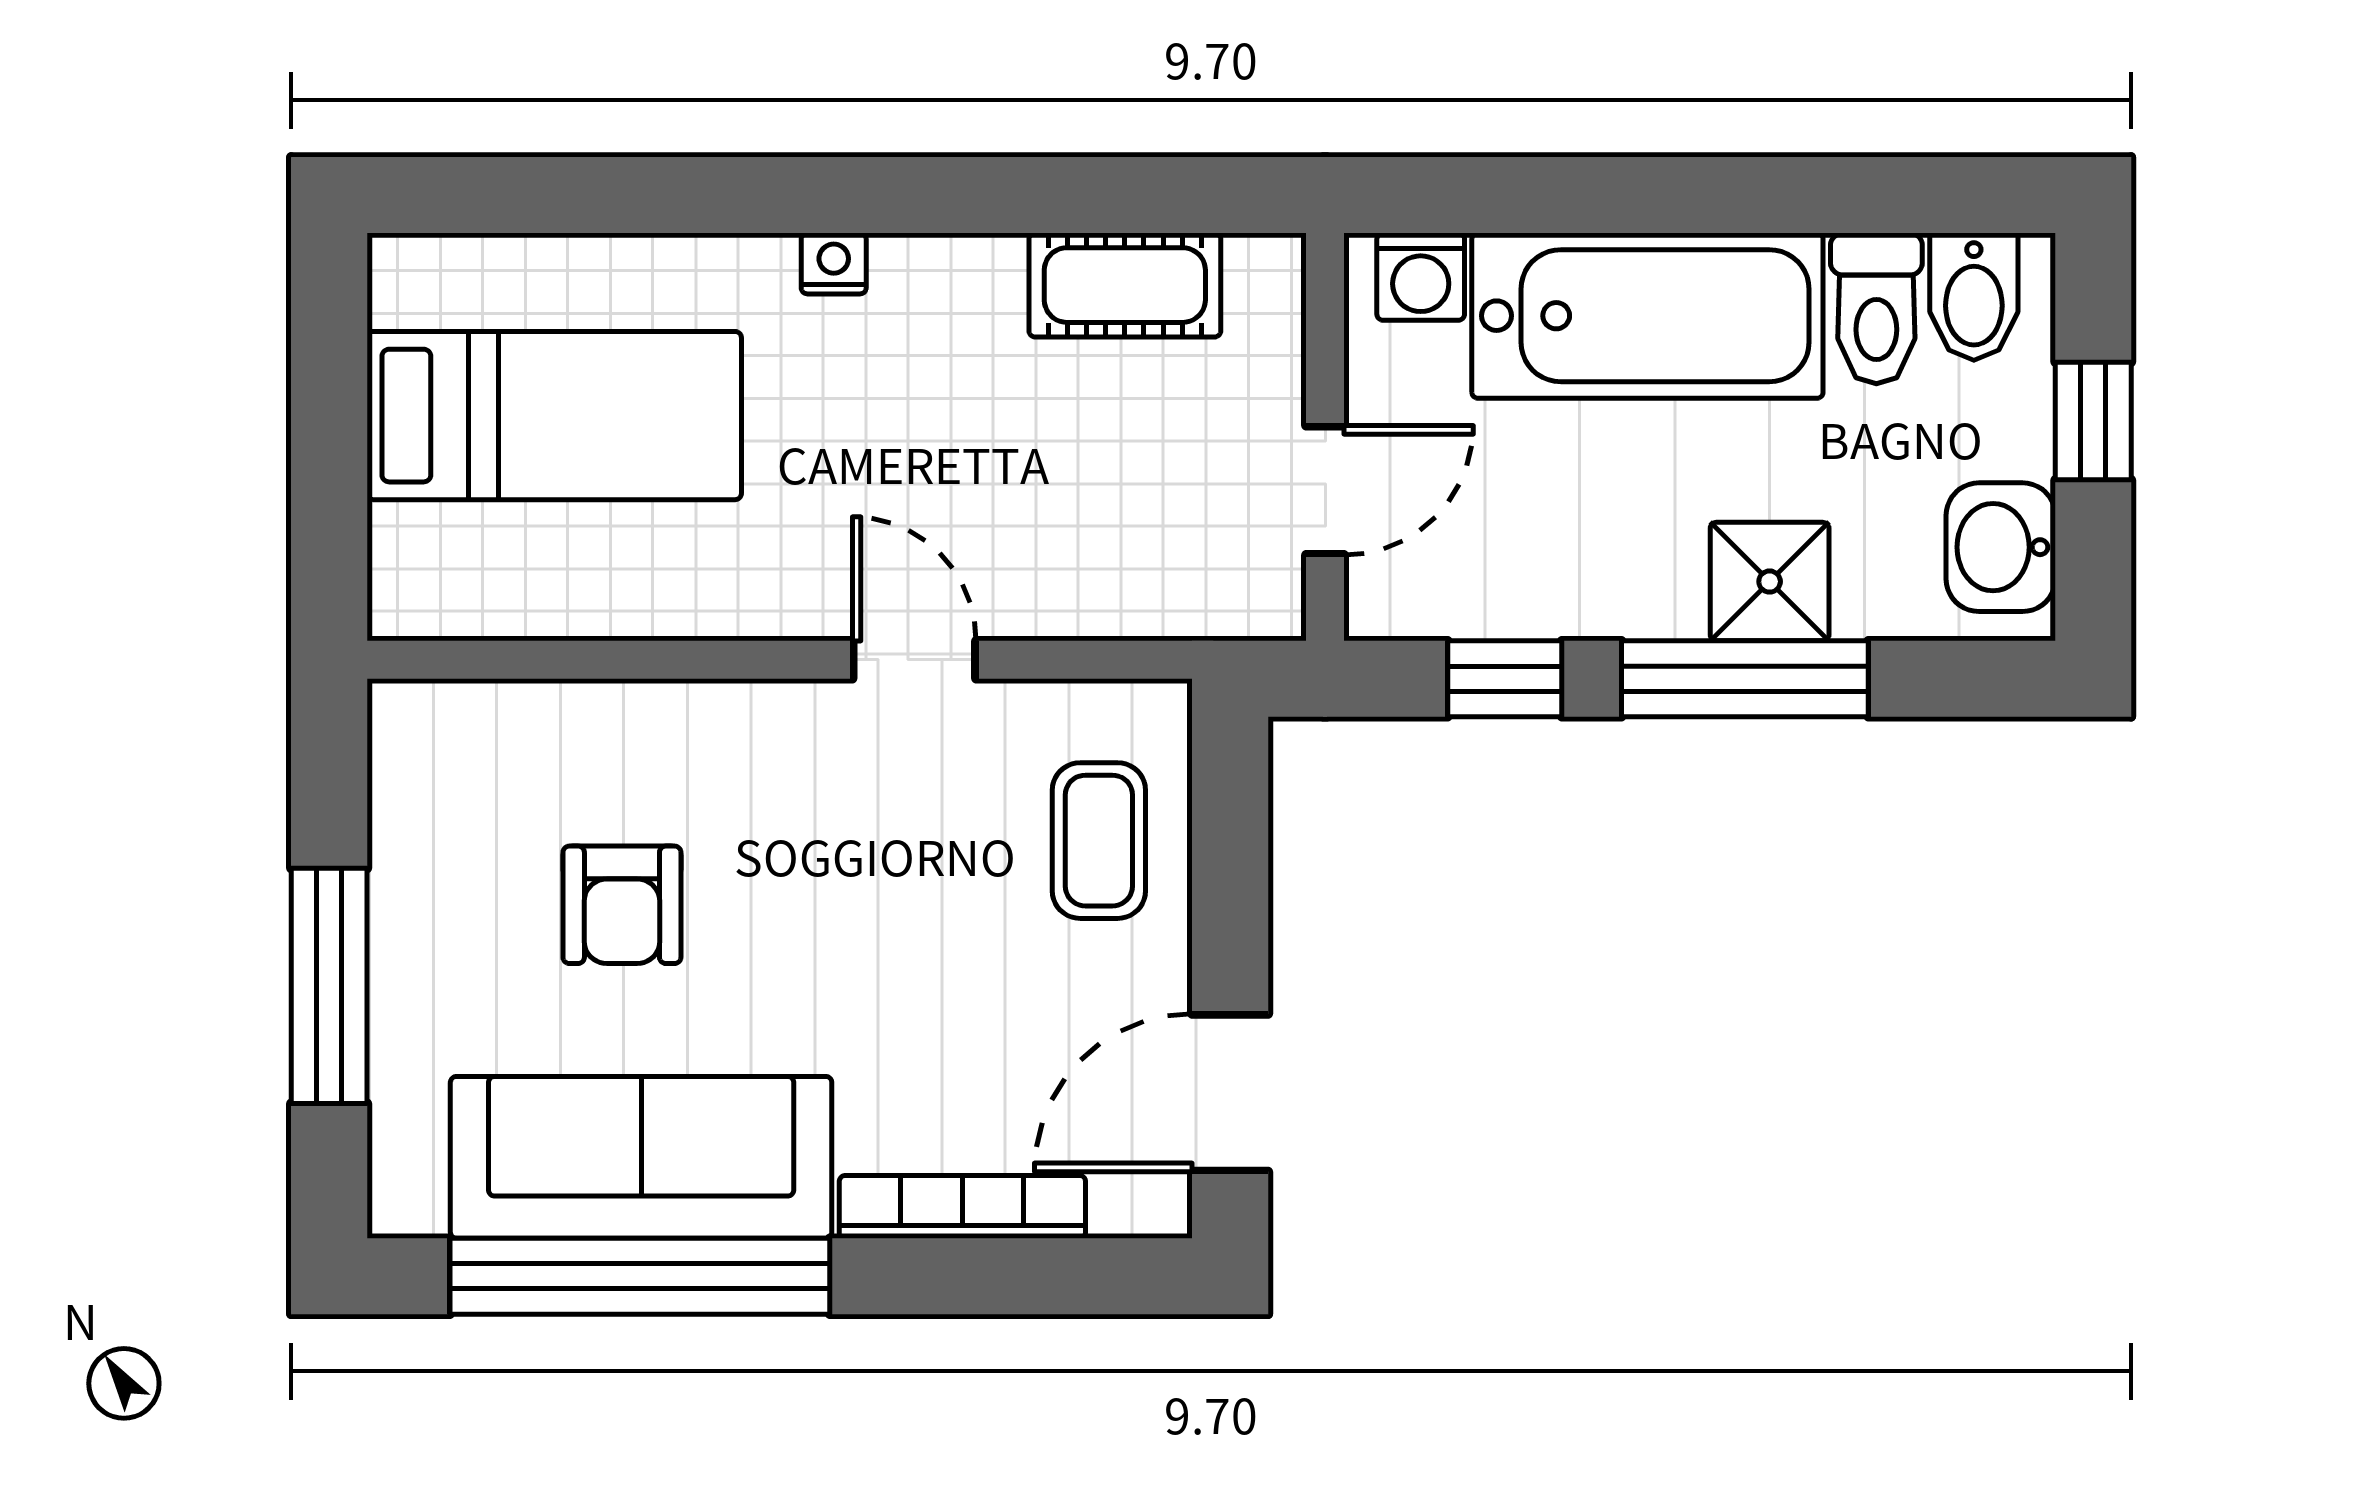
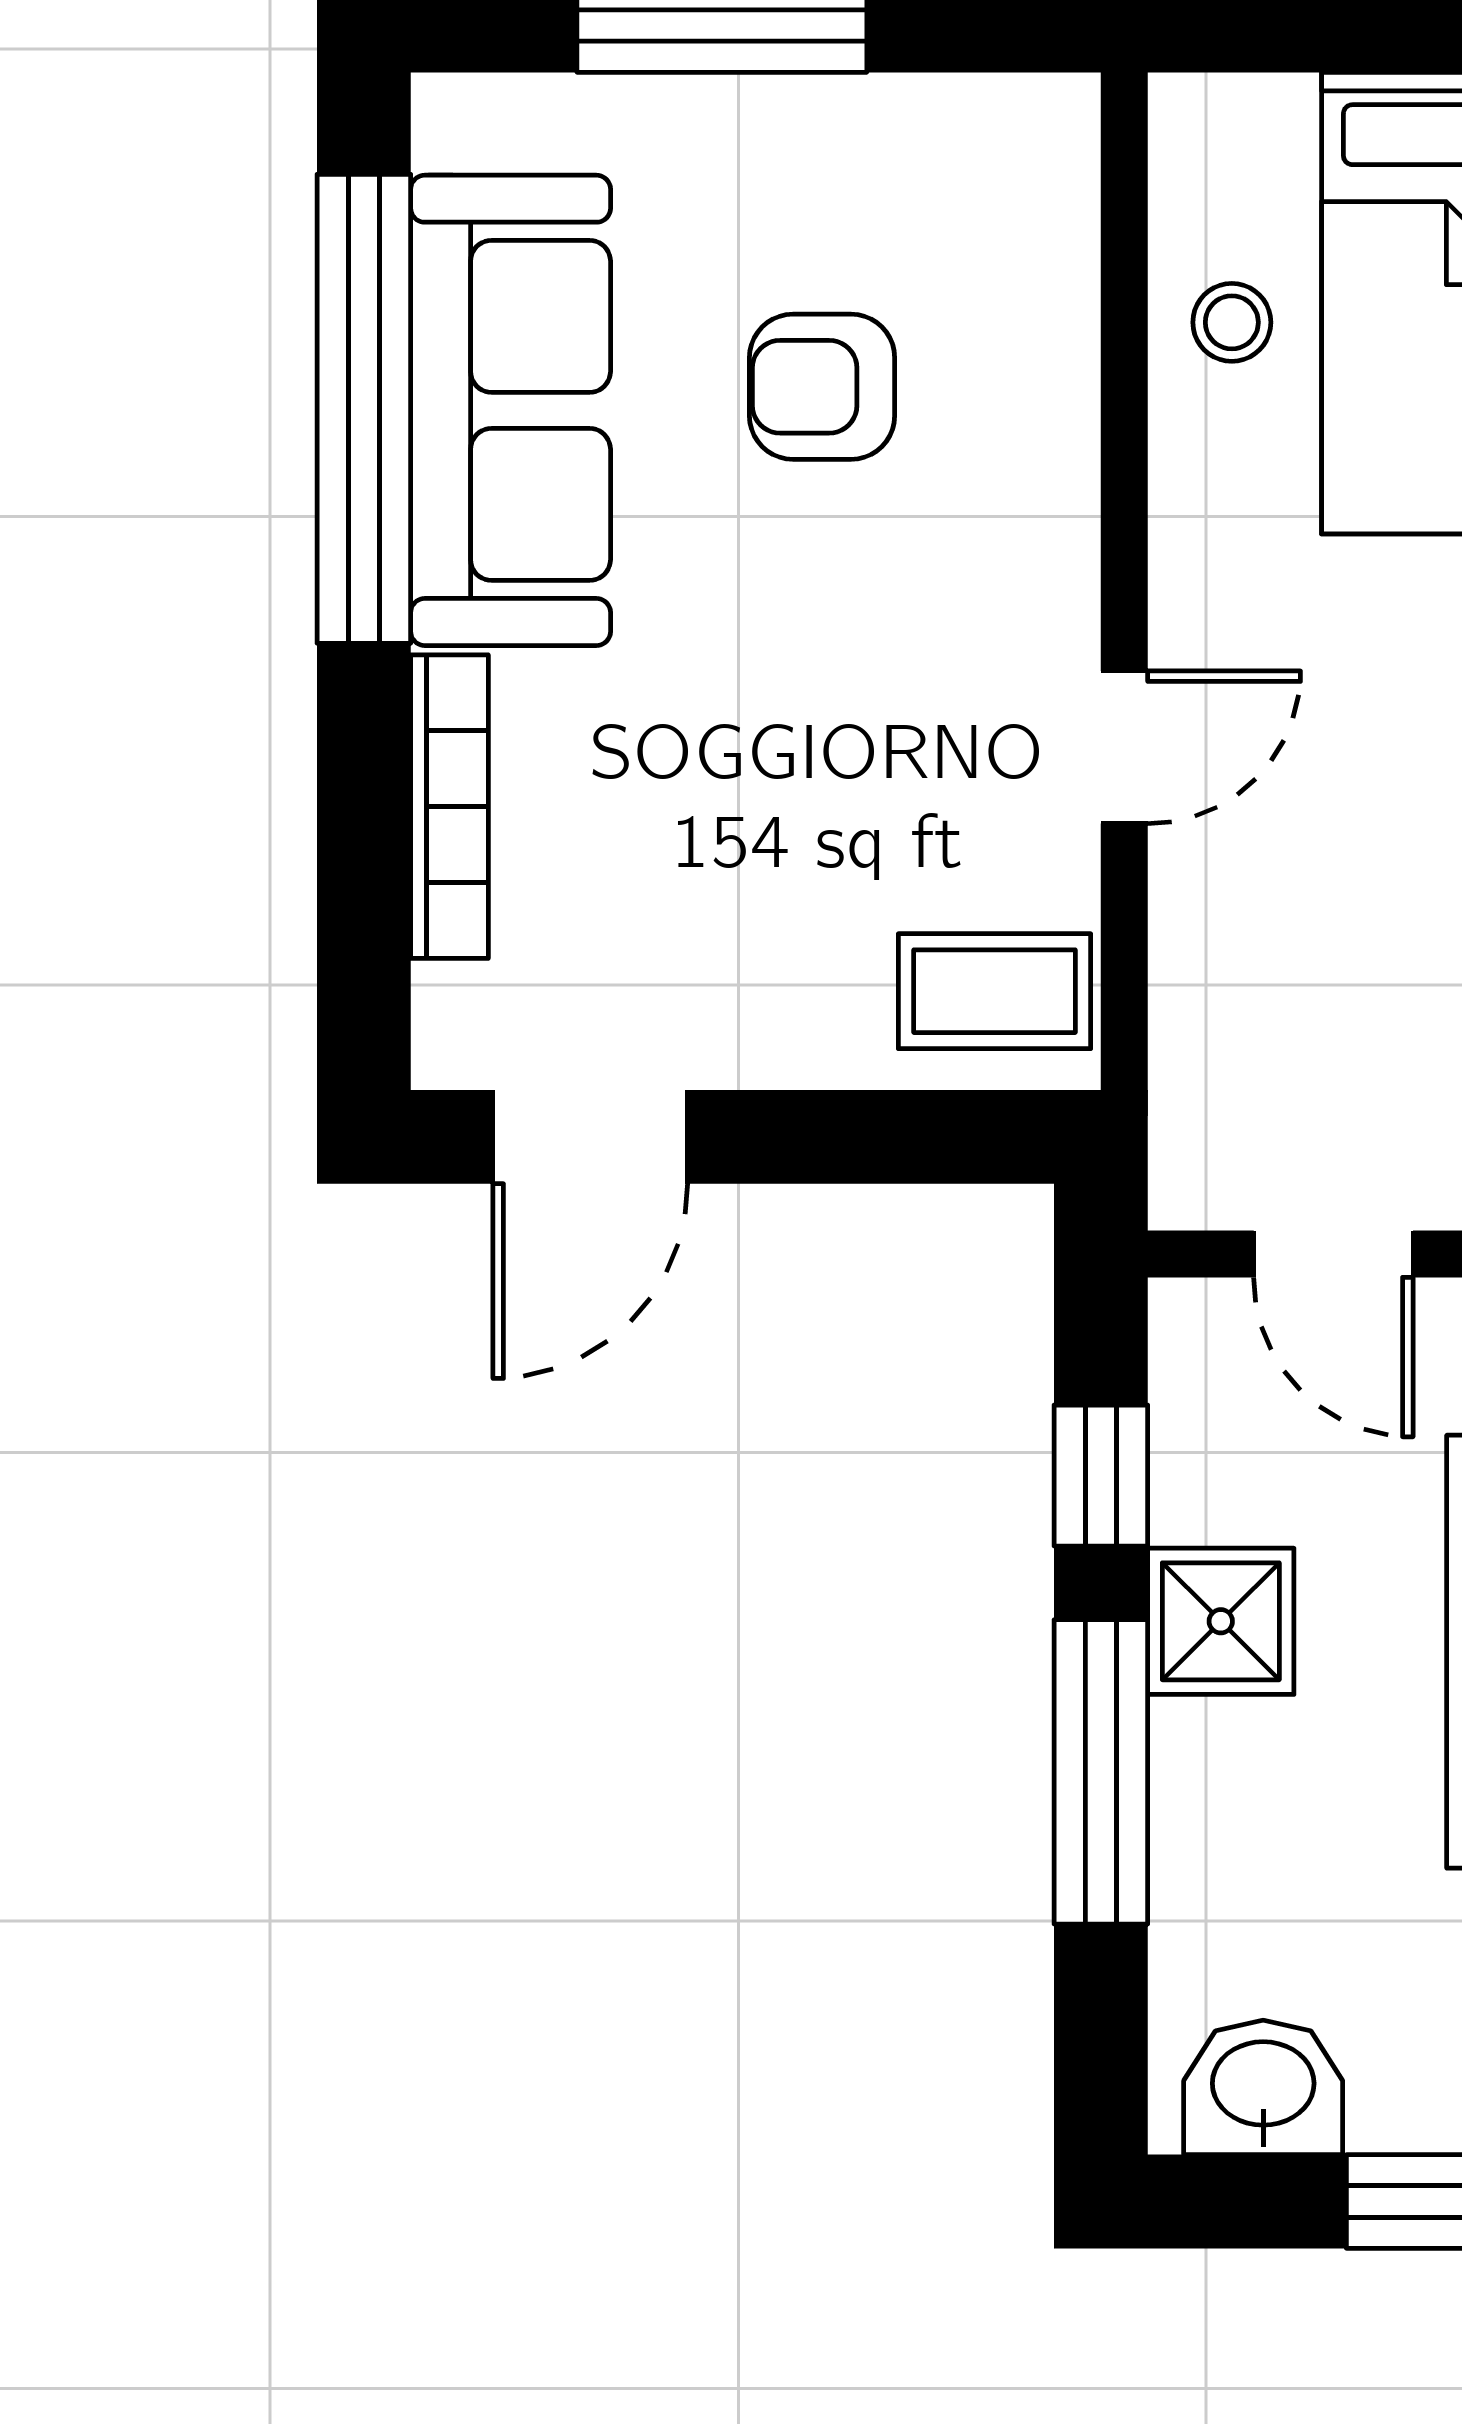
stool: (570, 573) -> (1232, 322), added
shower: (1770, 582) -> (1221, 1621), moved
coffee table: (1099, 841) -> (995, 991), moved
door: (1230, 1093) -> (590, 1137), swing flipped

